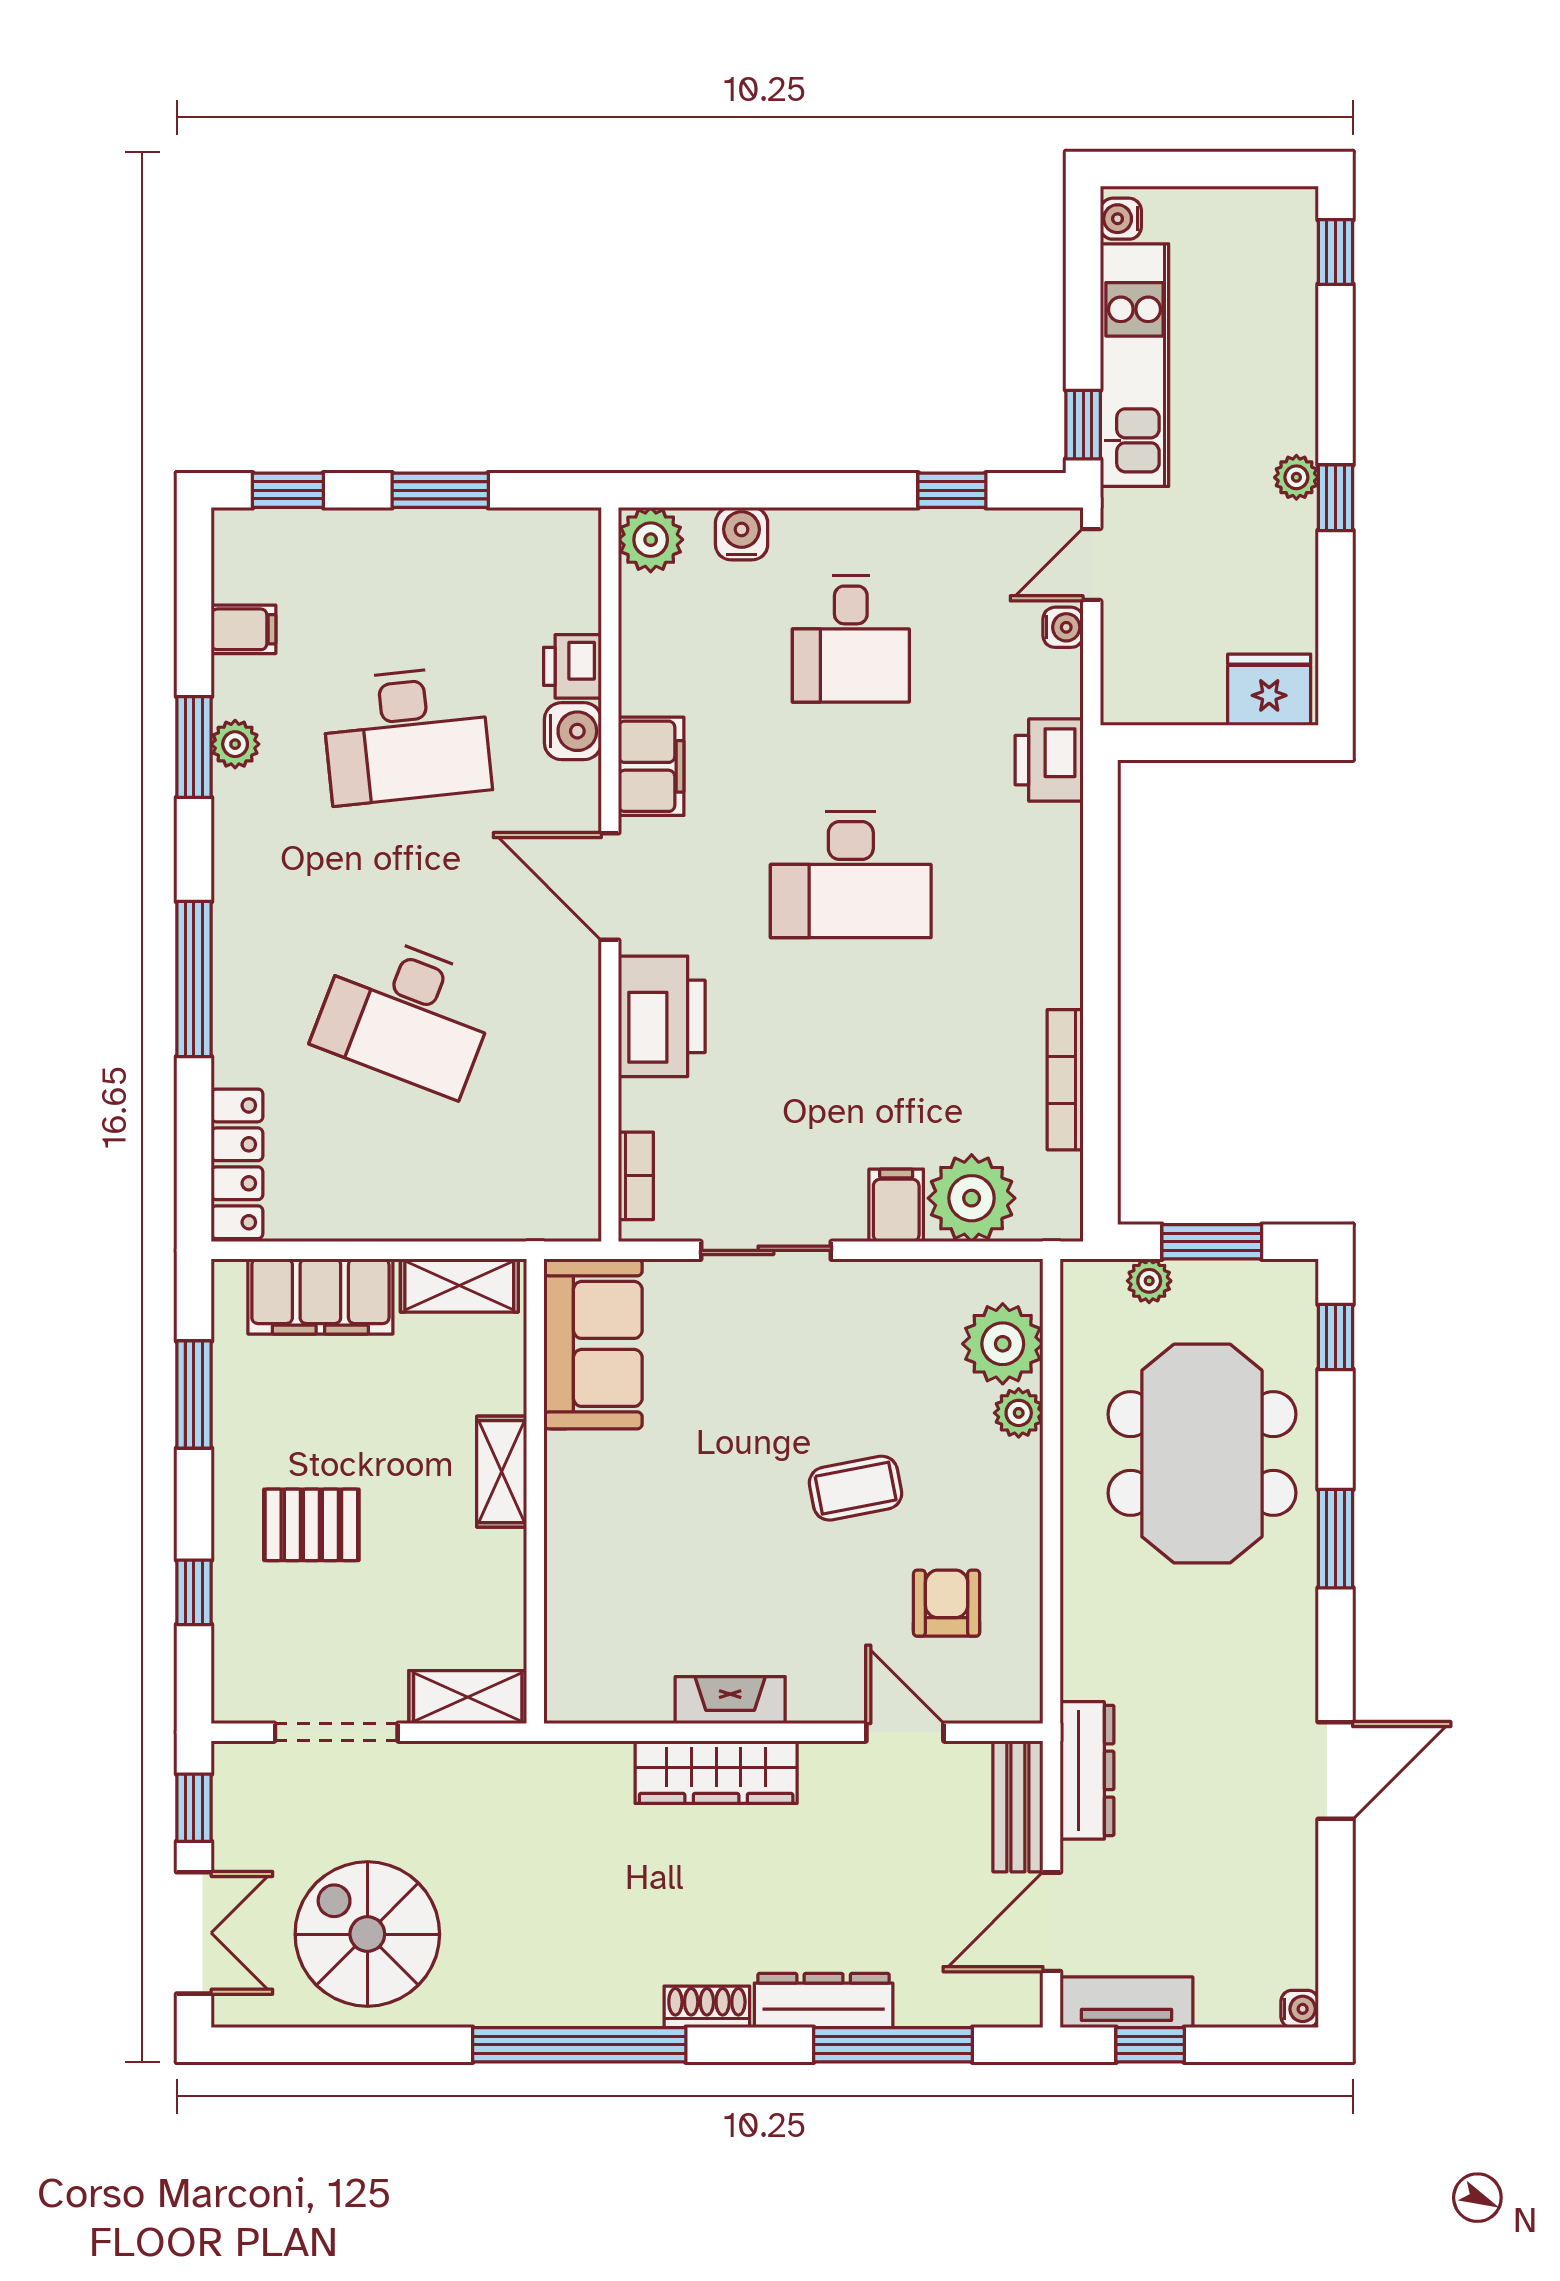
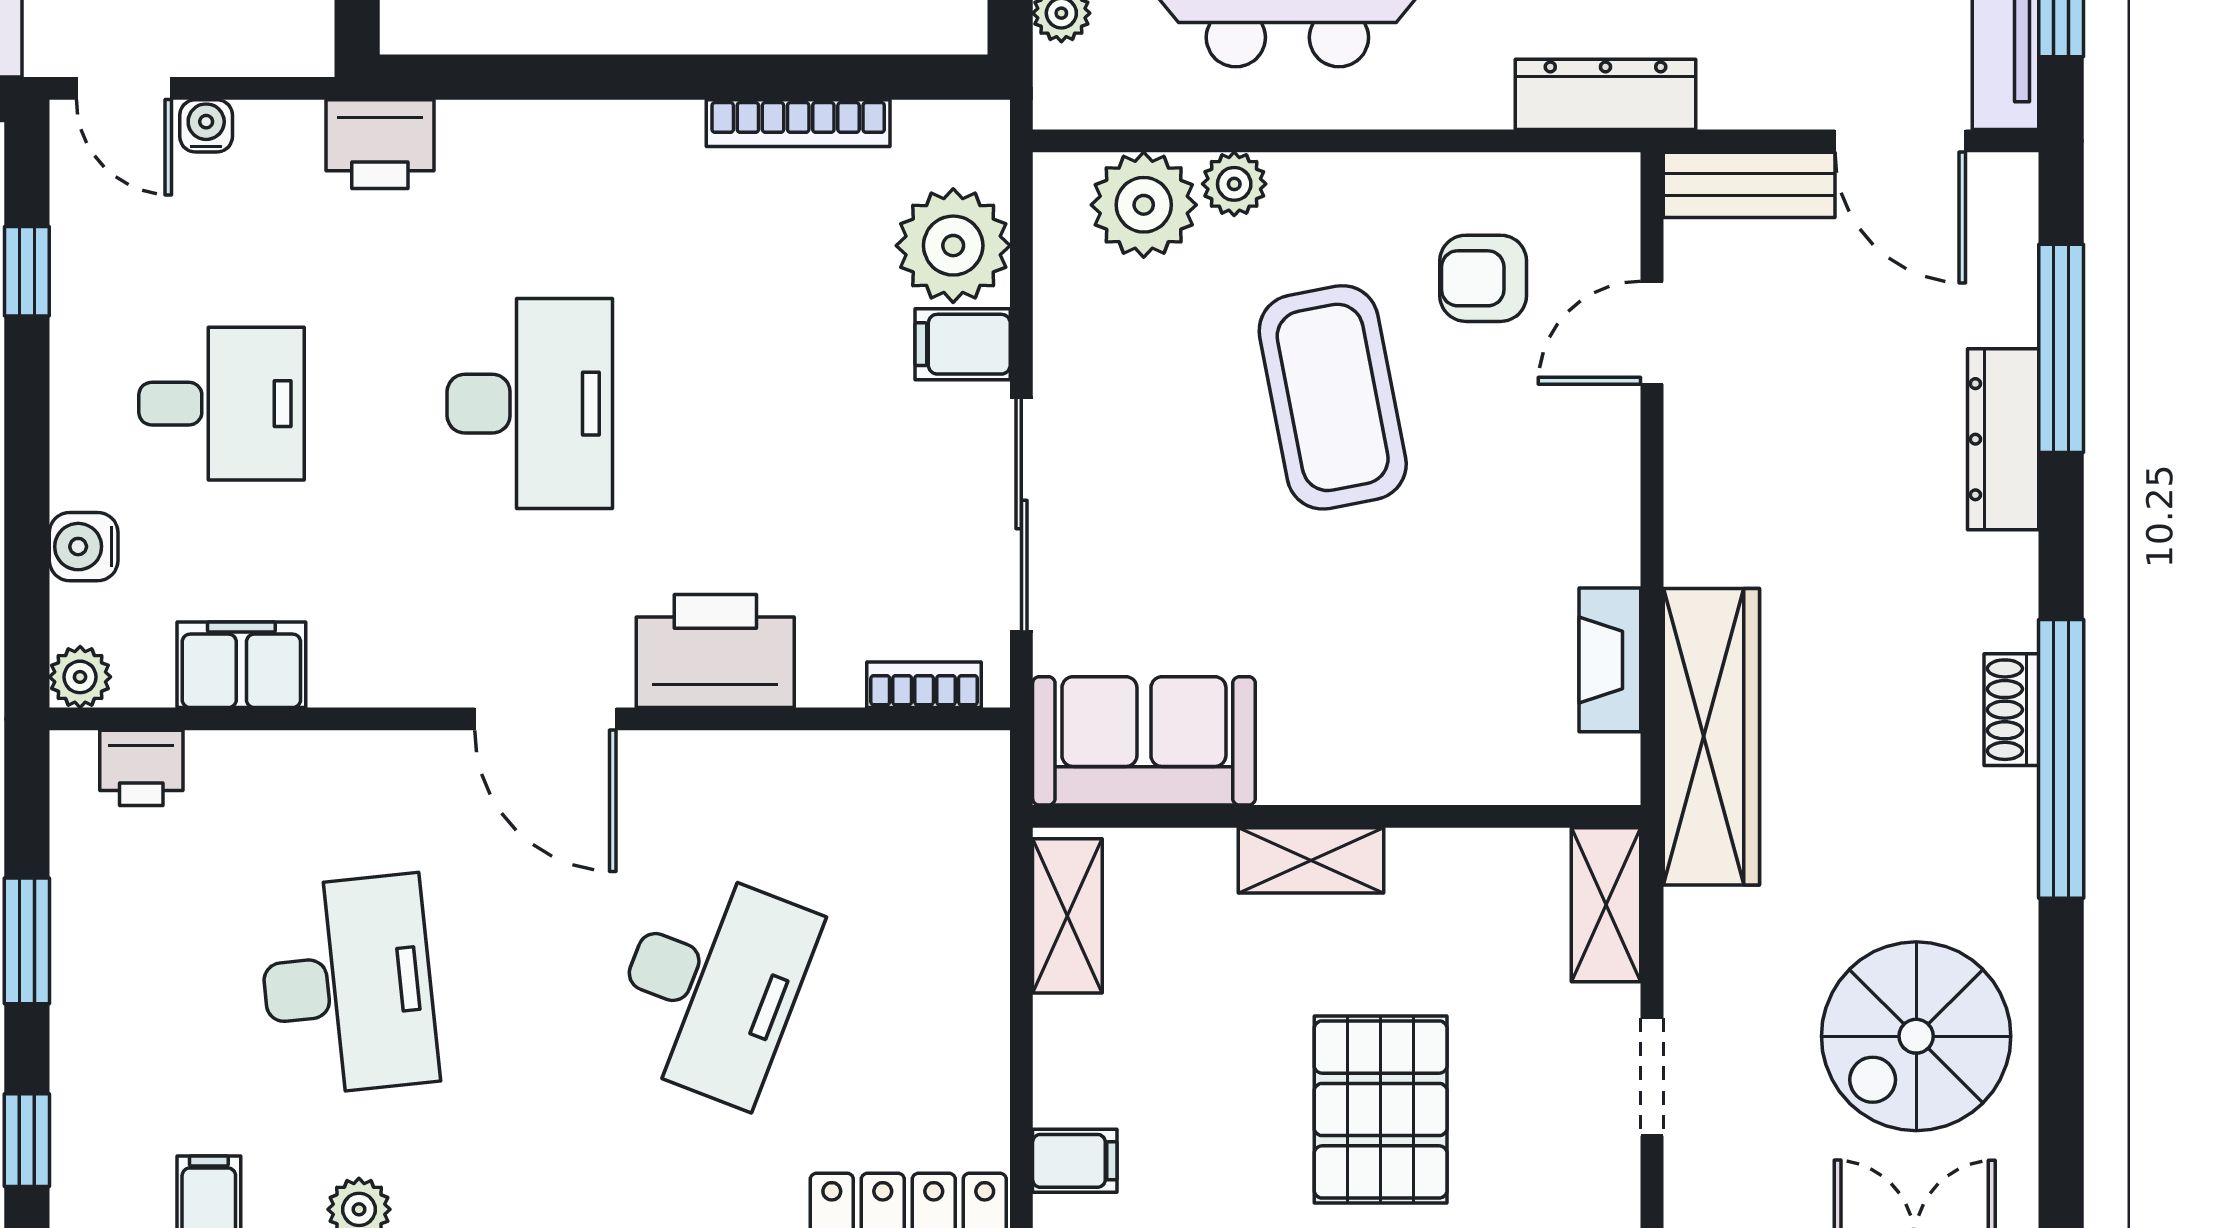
plant: (651, 540) -> (80, 677), width x0.73, depth x0.73
printer: (572, 666) -> (141, 768), moved
water cooler: (573, 731) -> (342, 767), removed
filing cabinet: (651, 766) -> (241, 665), moved
door: (610, 887) -> (545, 719), hinge flipped
sliding door: (766, 1250) -> (1021, 515), width x1.37
filing cabinet: (320, 1296) -> (1075, 1161), width x0.33, depth x0.86
coffee table: (856, 1488) -> (1333, 397), width x1.86, depth x1.72
pallet: (311, 1525) -> (1381, 1109), width x1.50, depth x1.42
fireplace: (730, 1700) -> (1610, 660), moved
doorway: (336, 1732) -> (1652, 1077), width x0.73
dresser: (1087, 1770) -> (1605, 94), moved
wardrobe: (716, 1772) -> (1711, 737), moved, width x1.40, depth x1.17
shoe rack: (707, 2007) -> (2011, 710), moved

